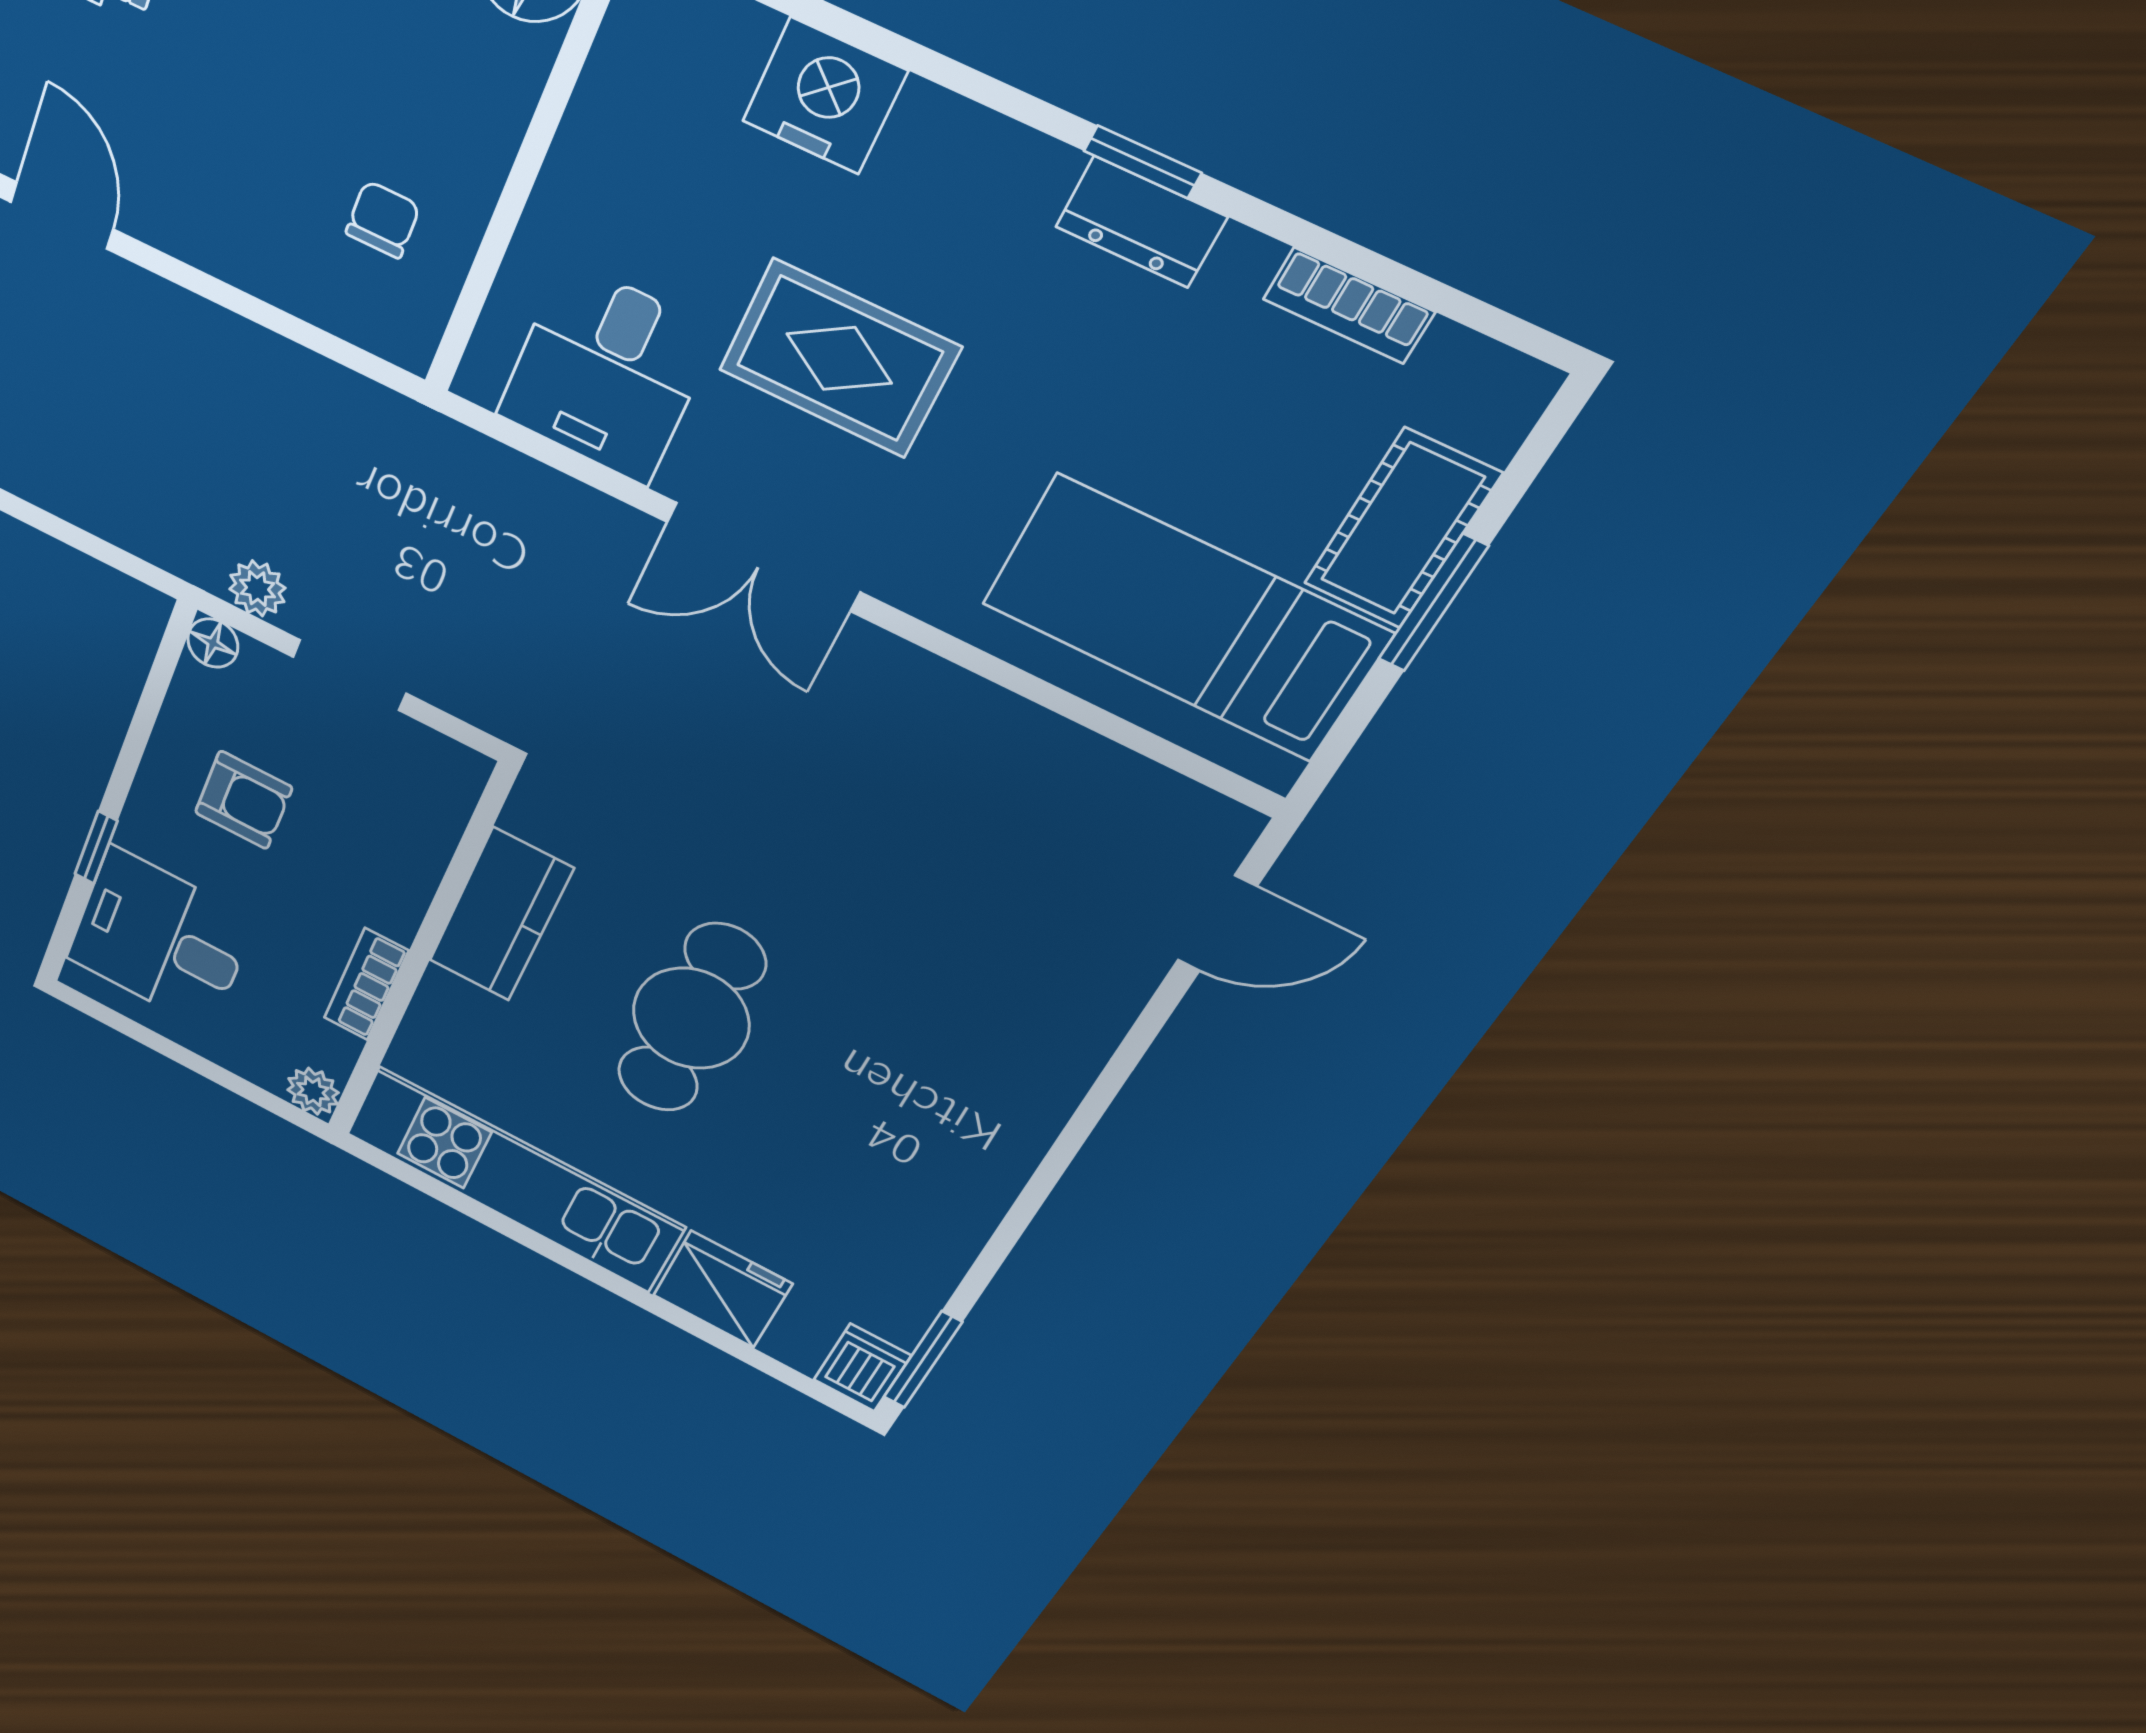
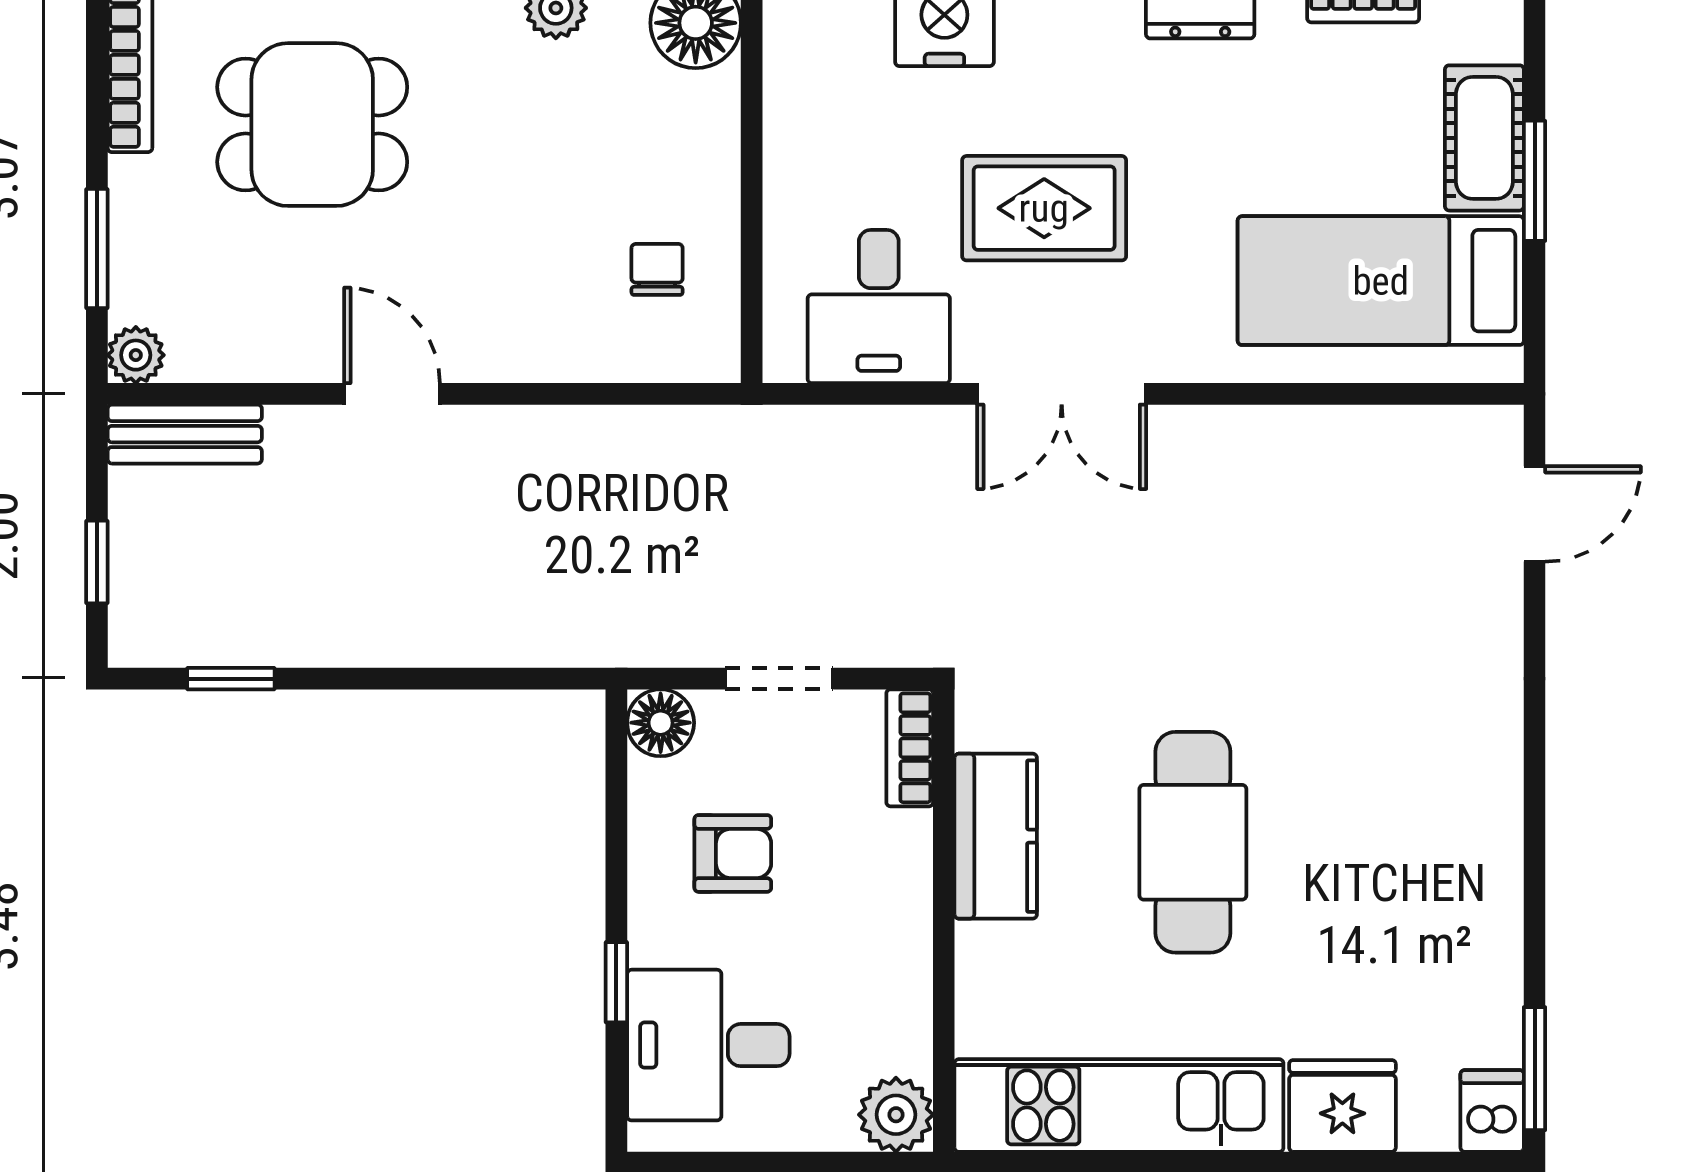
plant: (257, 588) -> (672, 641), removed
floor lamp: (213, 643) -> (661, 723), width x1.37, depth x1.37
bookcase: (366, 984) -> (910, 748), moved
plant: (313, 1091) -> (896, 1115), width x1.38, depth x1.38

